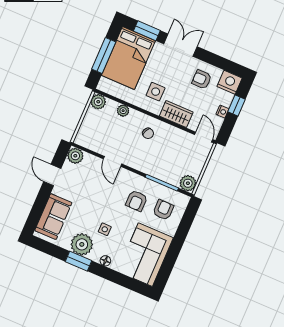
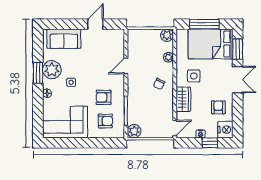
plant: (75, 156) -> (118, 35), removed

